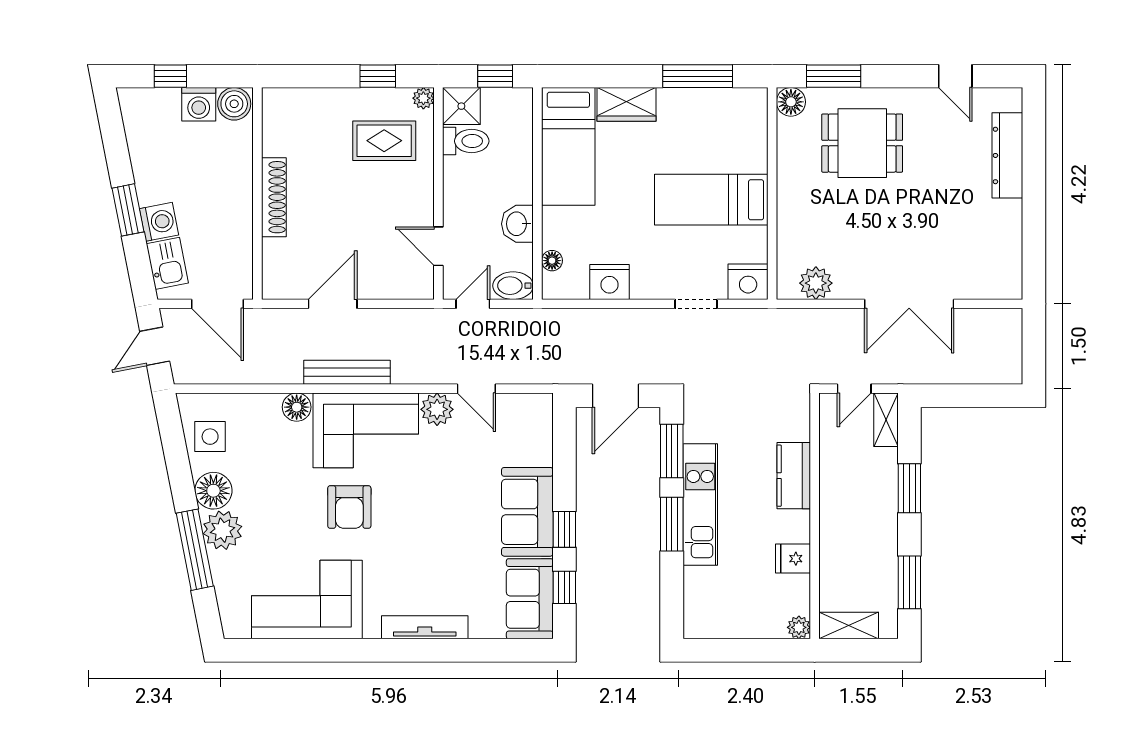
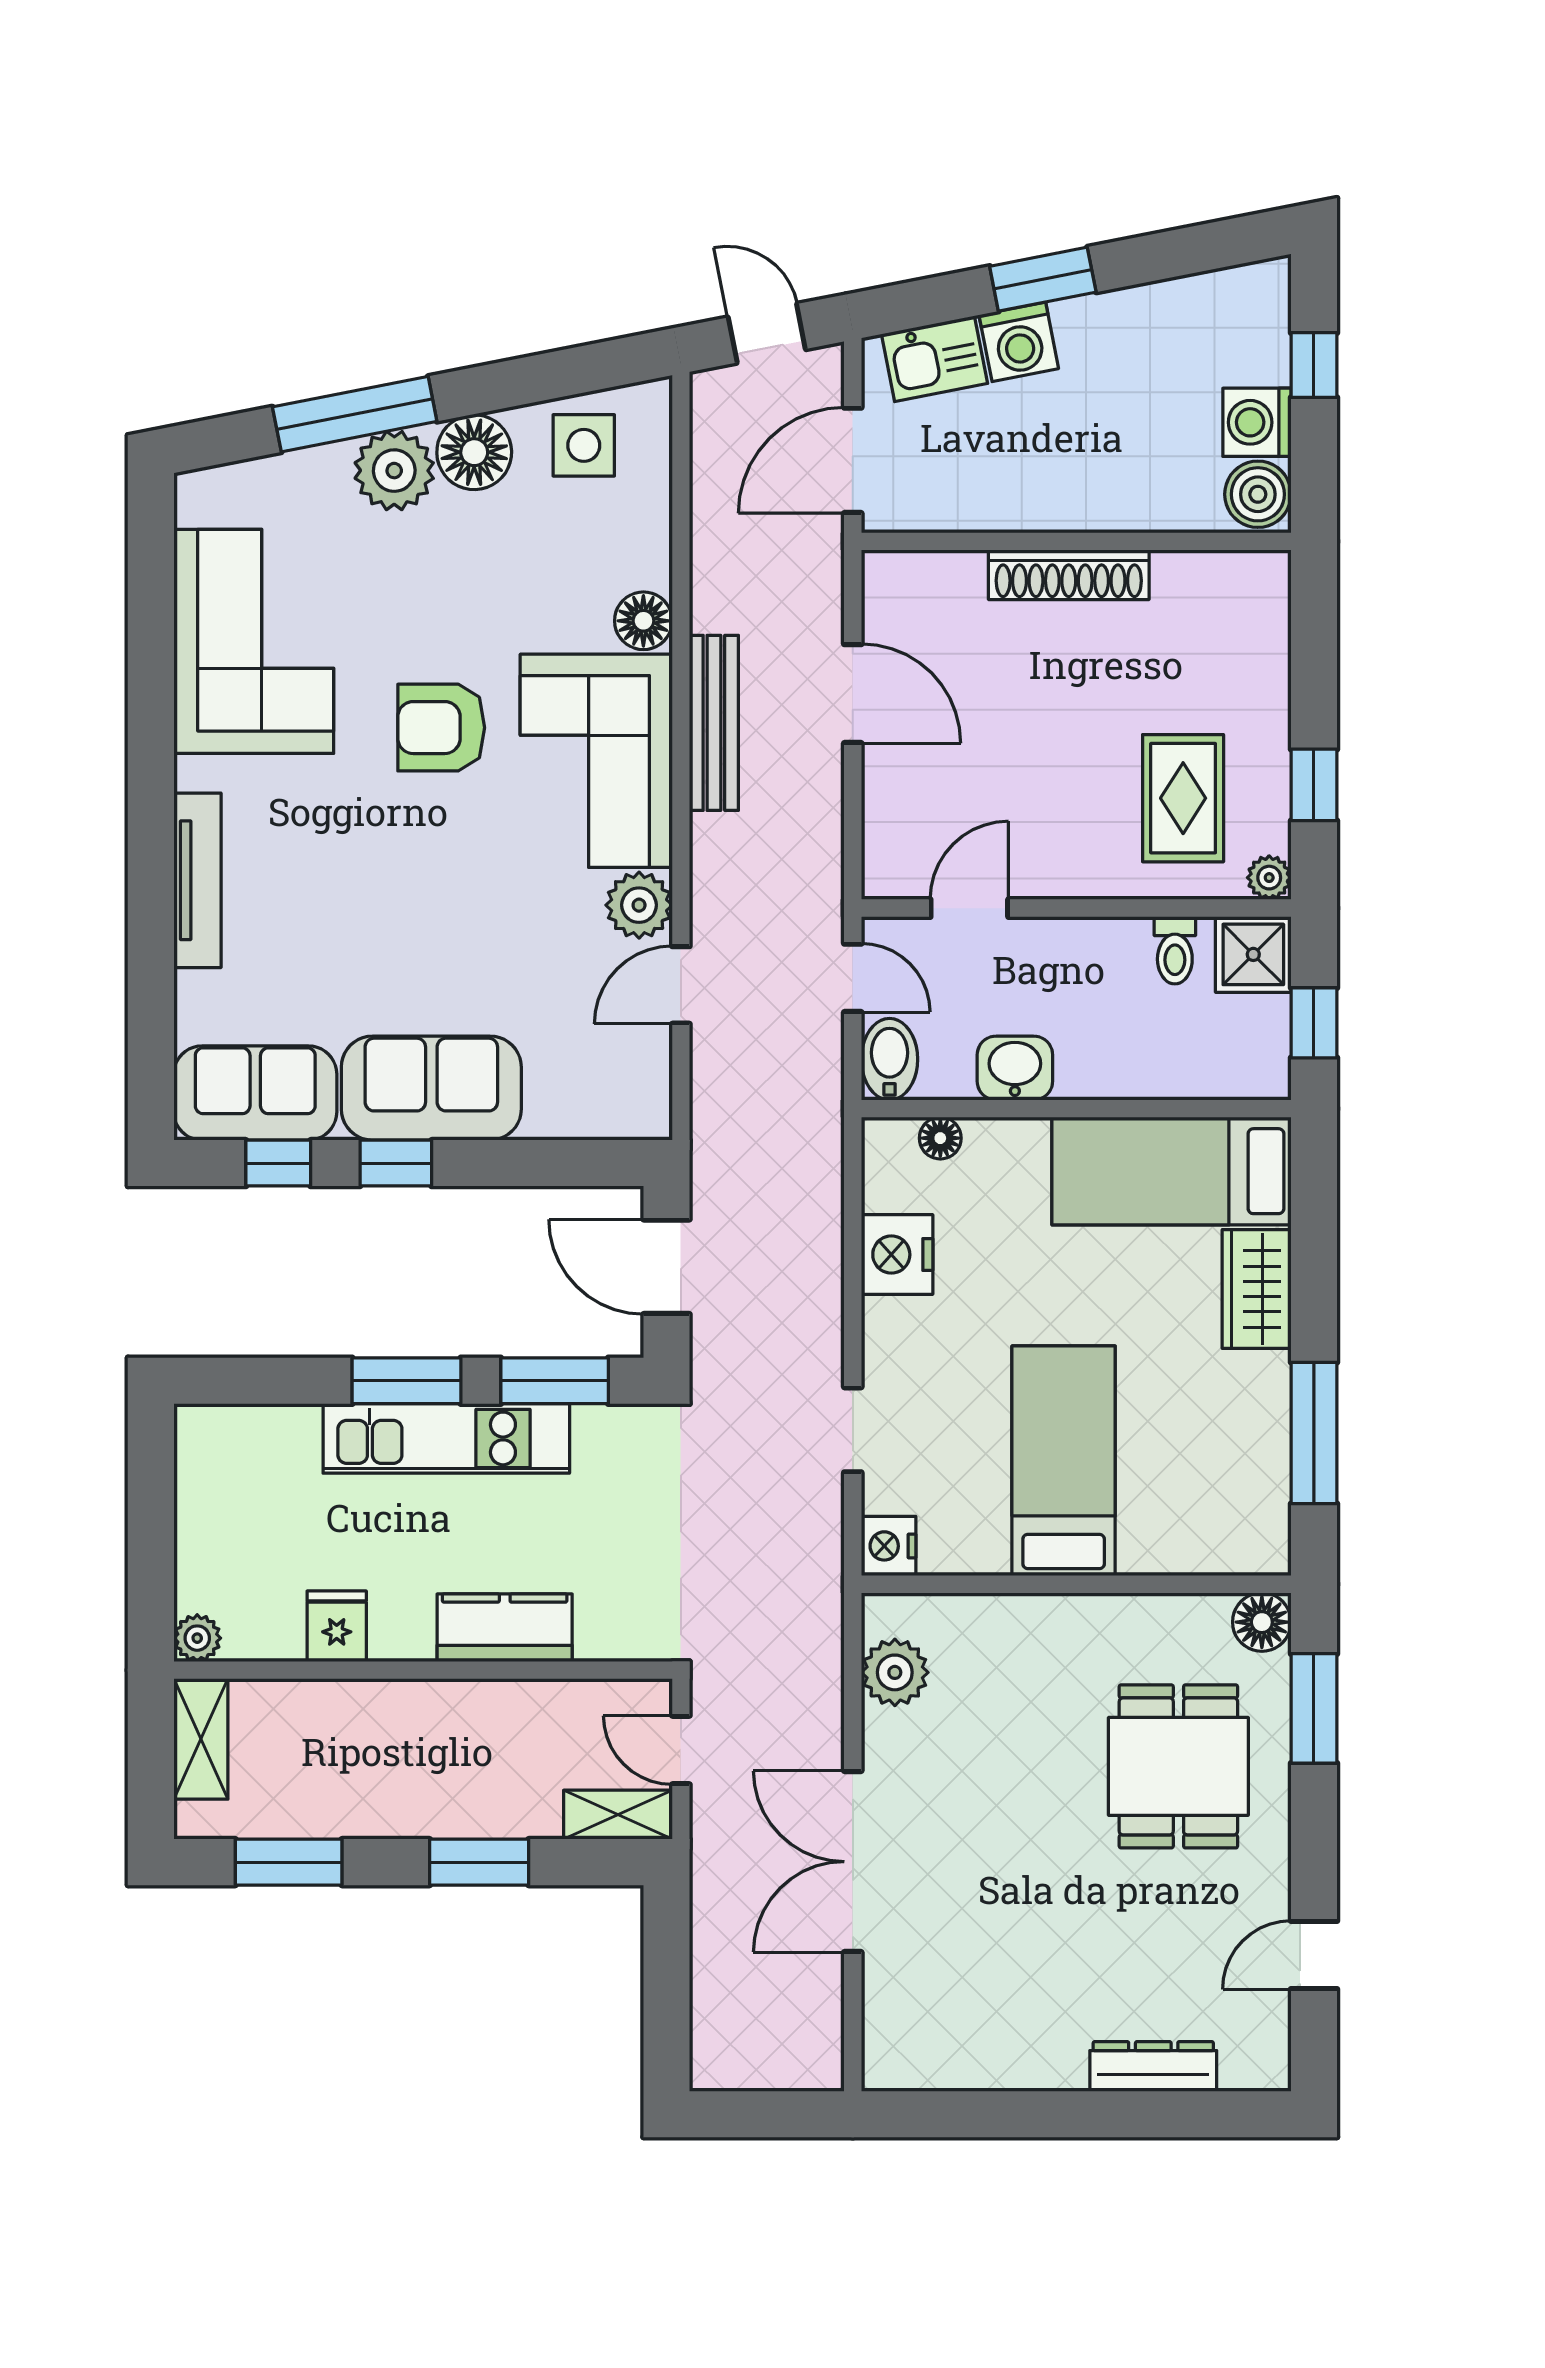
toilet: (466, 141) -> (1175, 950), width x0.73, depth x0.72
dresser: (1007, 155) -> (1153, 2066), width x0.73, depth x0.80
nightstand: (748, 282) -> (889, 1546), width x0.74, depth x0.75

